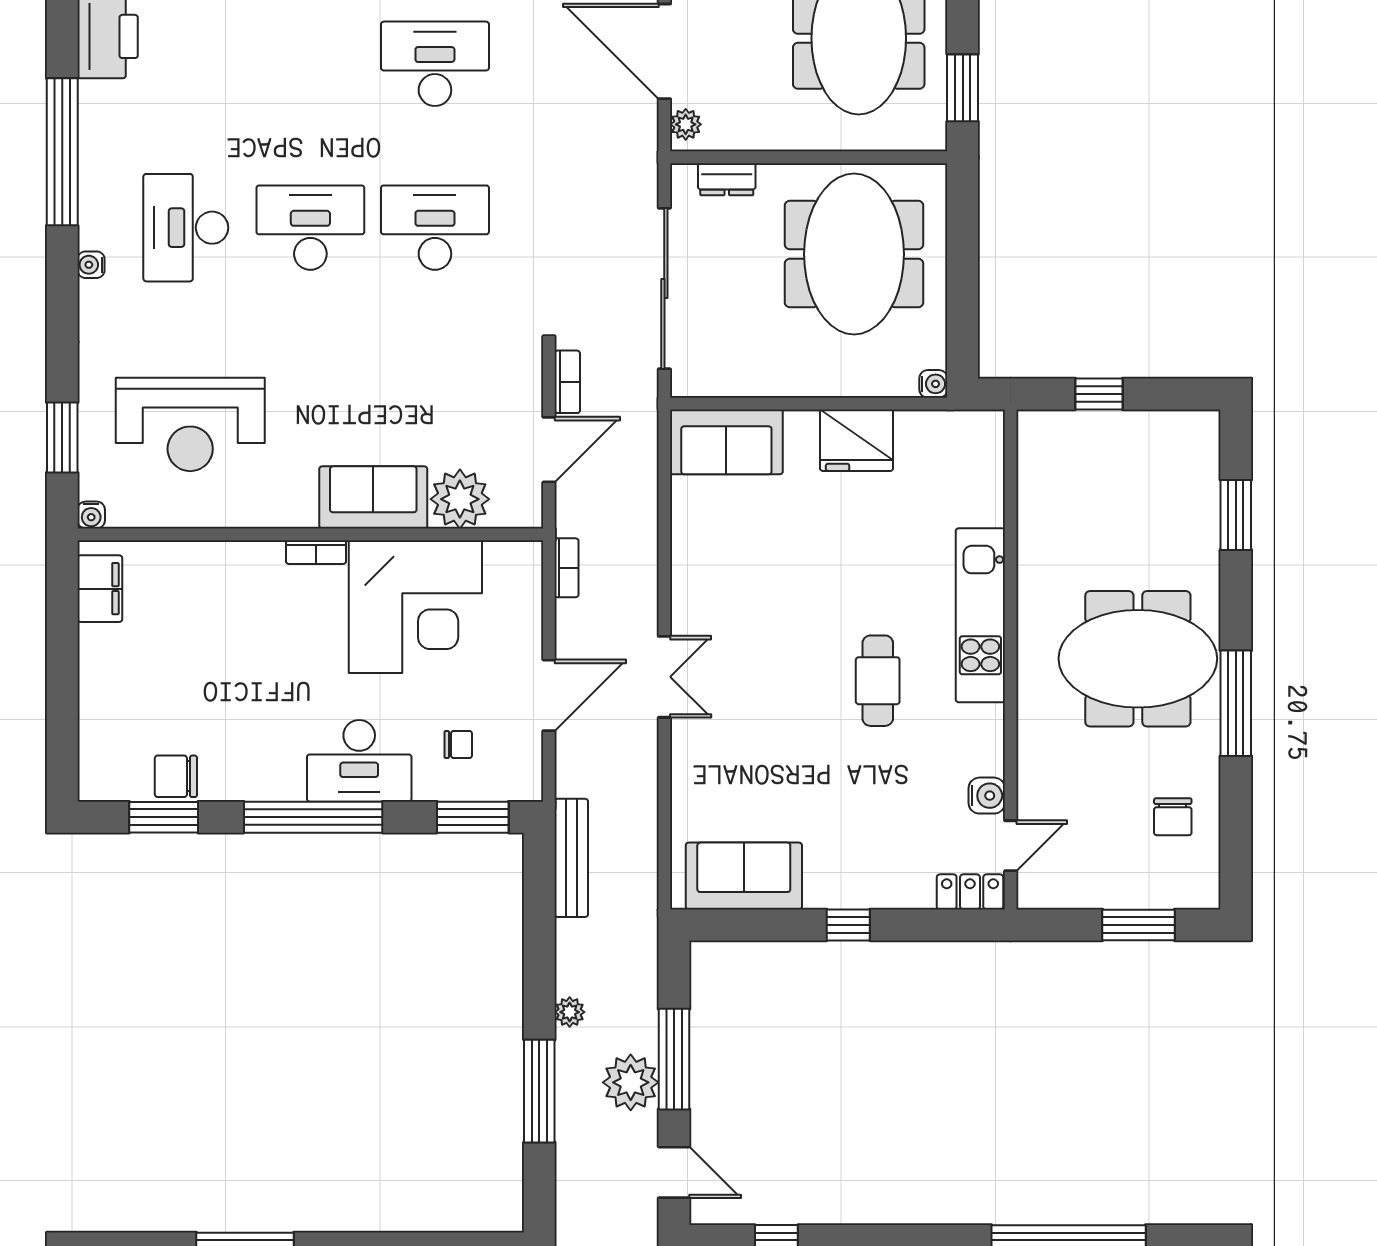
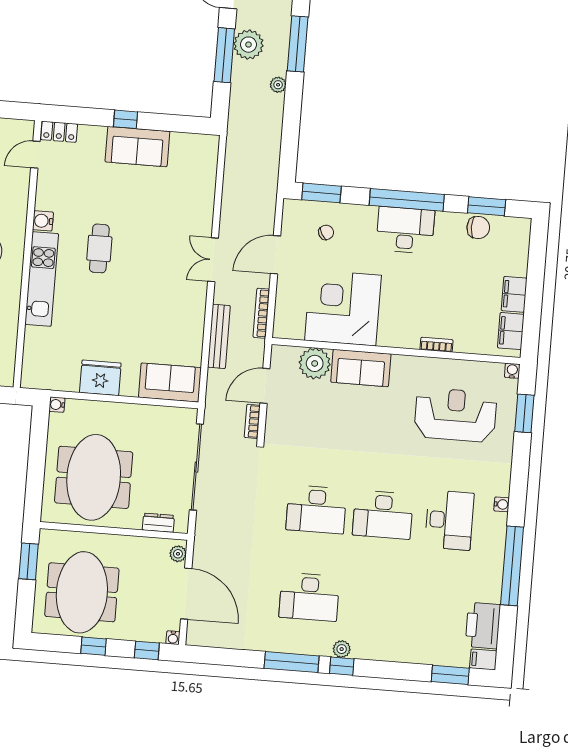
bookcase: (316, 552) -> (436, 345), moved
bookcase: (567, 568) -> (261, 313), width x1.56
filing cabinet: (99, 657) -> (514, 294), added
chair: (458, 744) -> (326, 232), turned 150
desk: (359, 761) -> (405, 230), moved
water cooler: (987, 796) -> (43, 221), moved
bench: (571, 858) -> (219, 336), moved
sofa: (744, 876) -> (137, 147), moved

